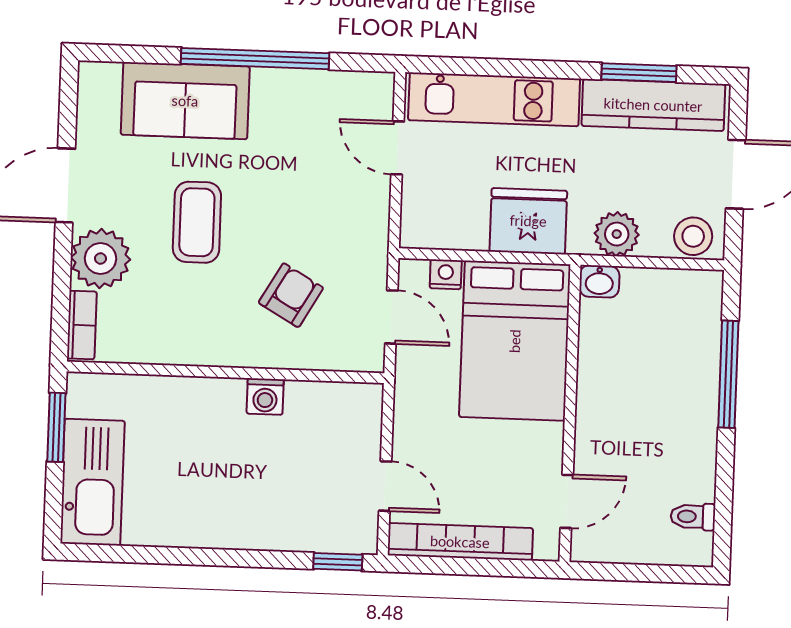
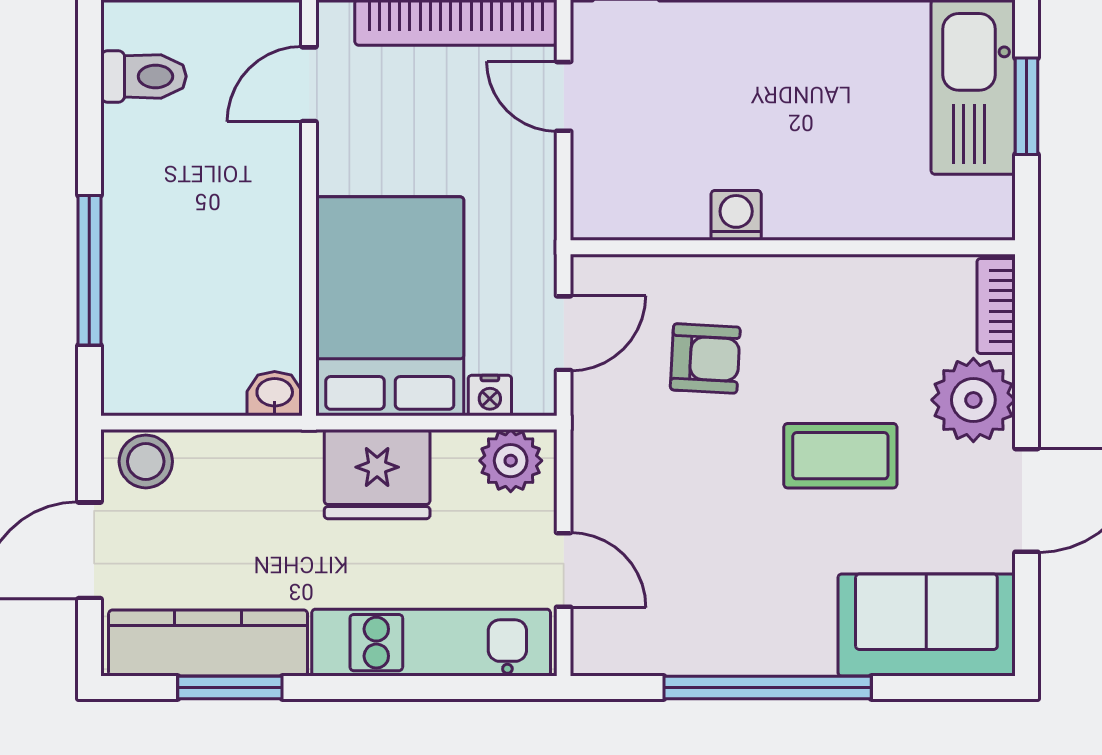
sofa: (185, 101) -> (926, 625), moved
coffee table: (197, 222) -> (840, 456), turned 90
plant: (617, 234) -> (511, 461), moved
armchair: (291, 295) -> (705, 358), turned -117
door: (391, 317) -> (564, 333), swing flipped
window: (56, 427) -> (1026, 106), moved
toilet: (693, 517) -> (144, 76), width x1.37, depth x1.39

